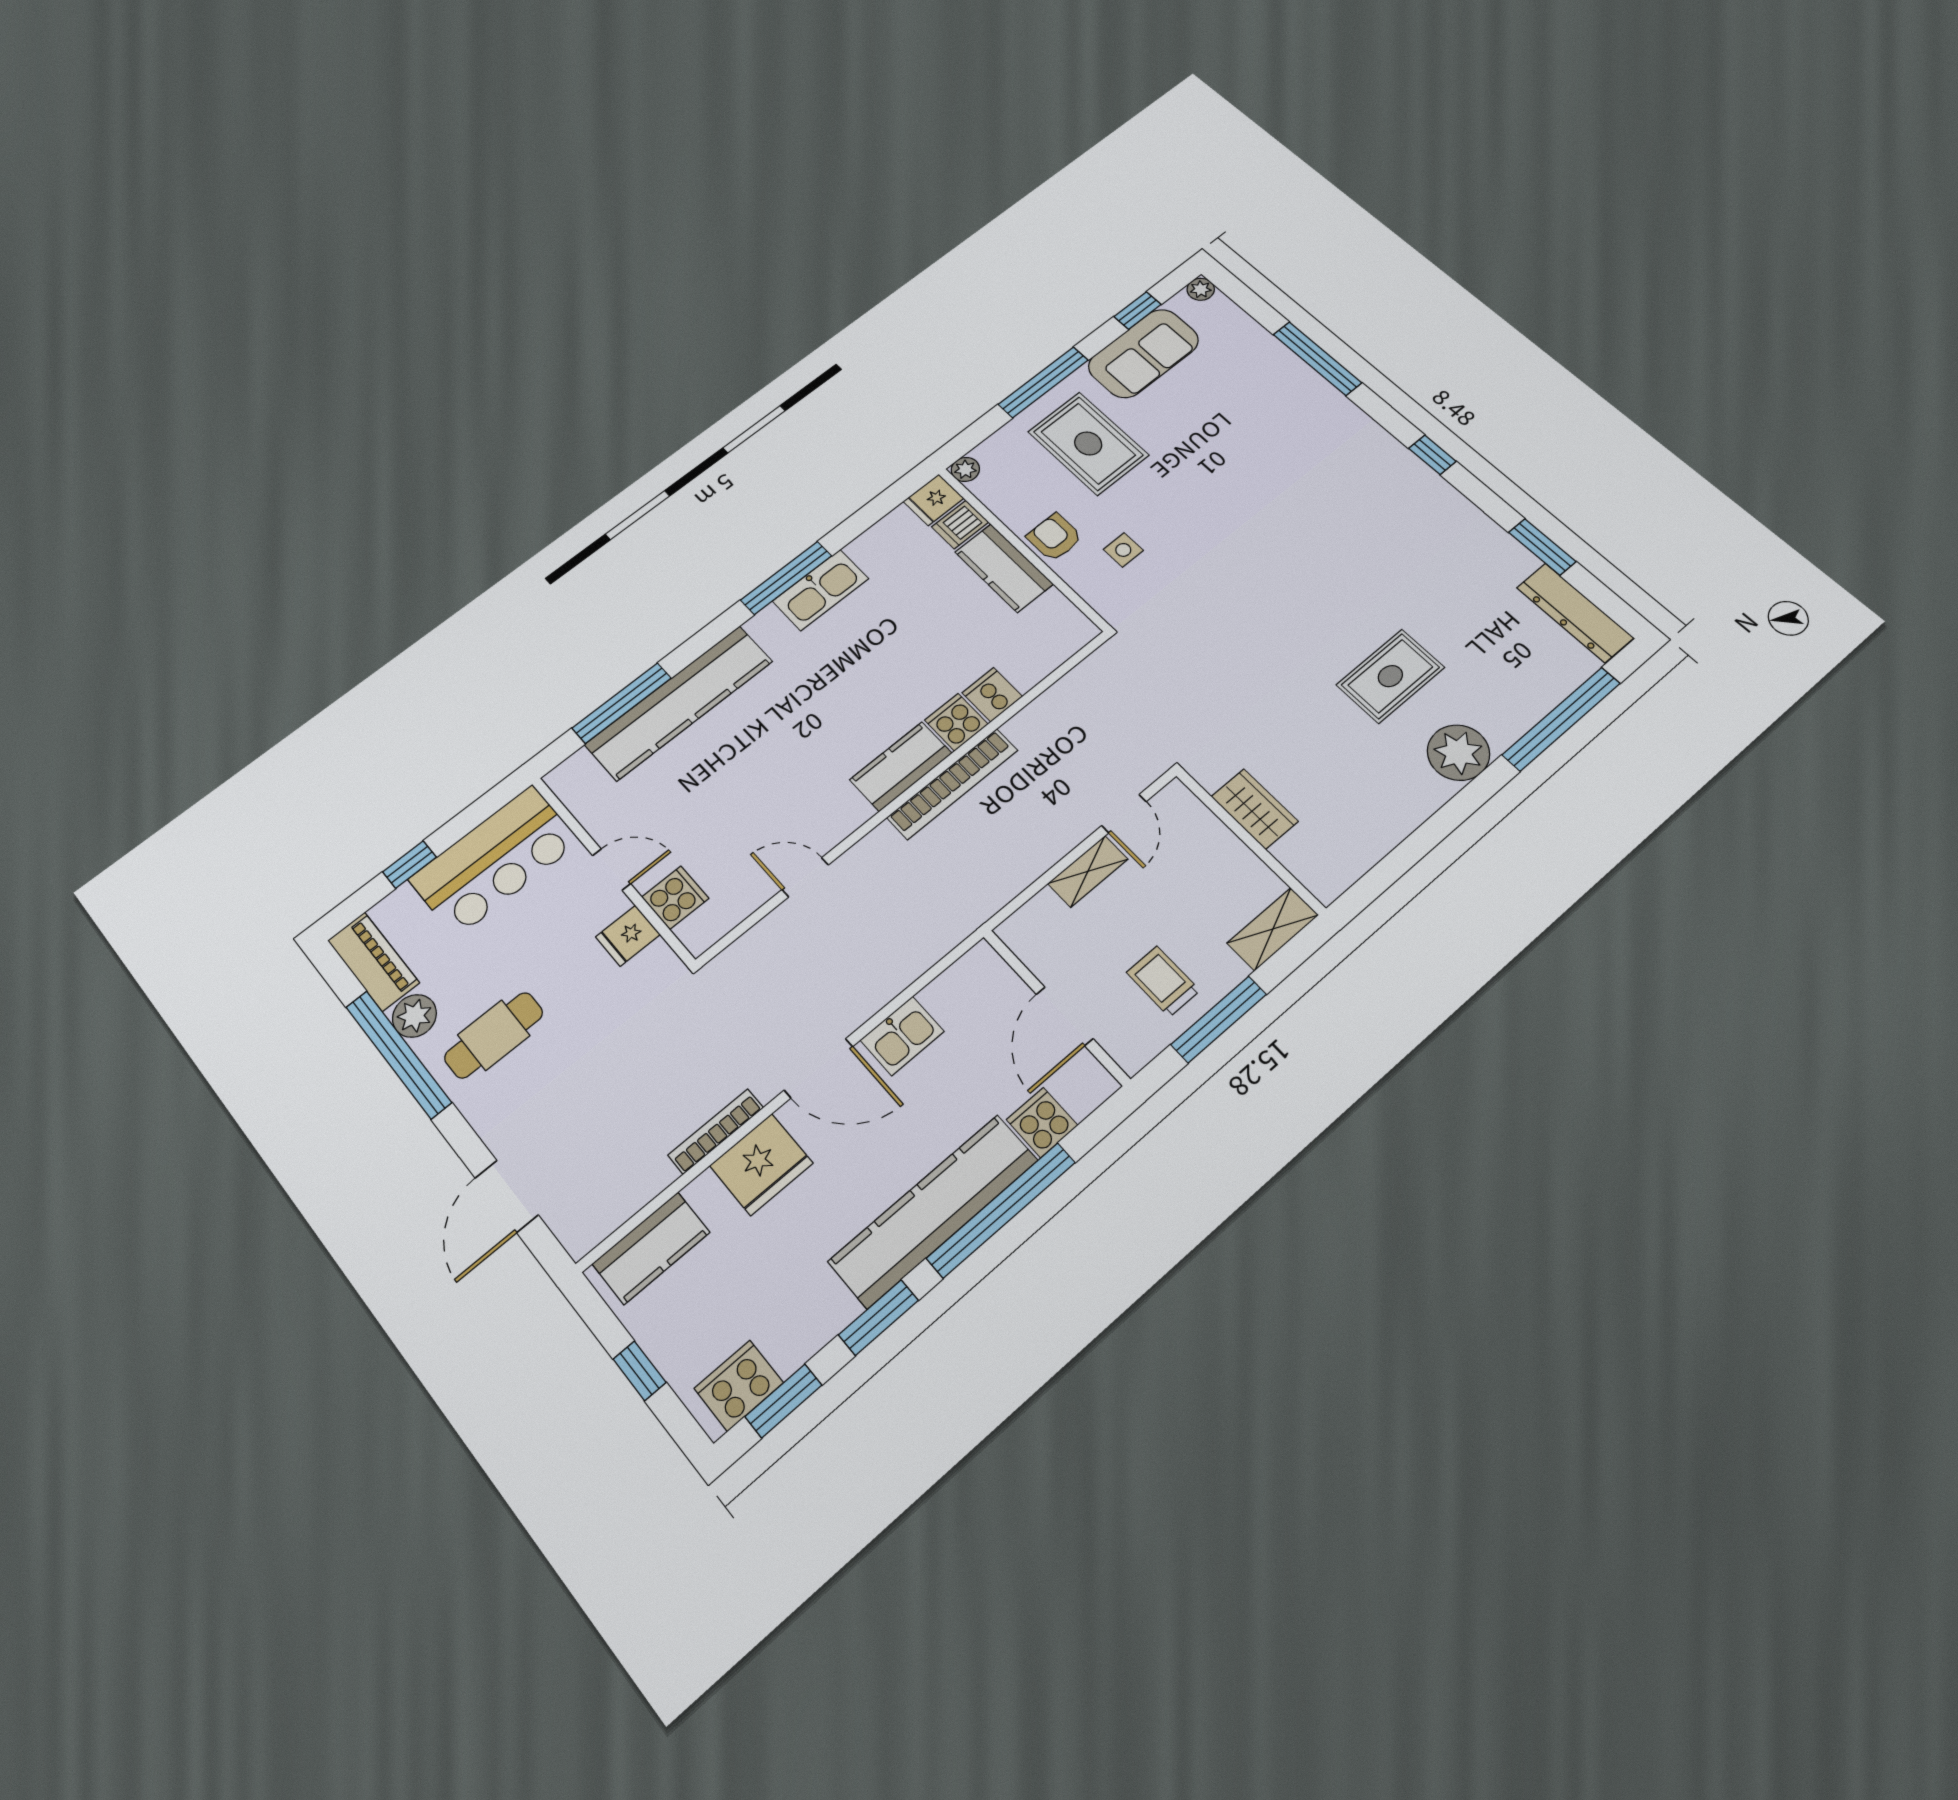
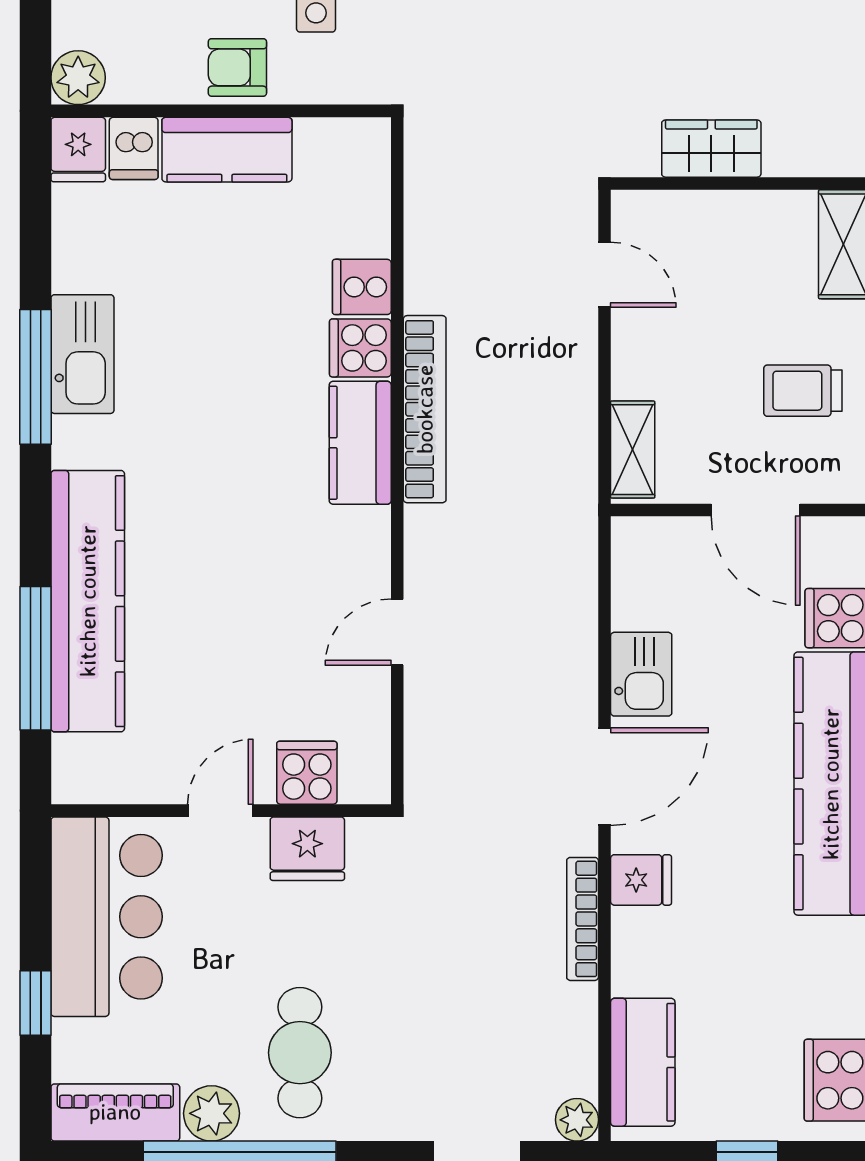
plant: (965, 469) -> (78, 78), width x1.38, depth x1.38
shelving: (1088, 871) -> (633, 450), moved
fridge: (628, 936) -> (307, 849), width x1.38
fridge: (761, 1164) -> (641, 880), width x0.53, depth x0.75
plant: (580, 1239) -> (577, 1120), added

